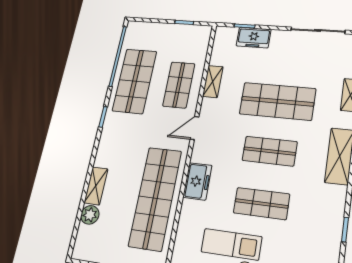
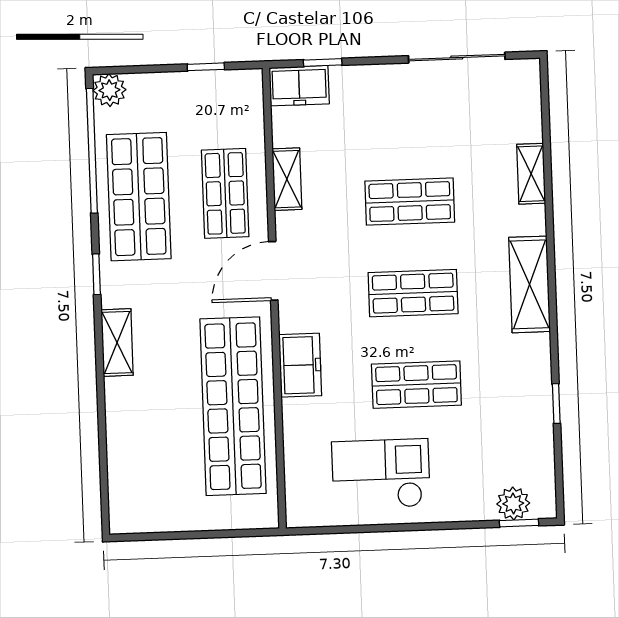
freezer: (254, 38) -> (299, 86), moved
shop shelf: (277, 101) -> (410, 202), width x0.70, depth x0.74
door: (194, 128) -> (273, 271), width x1.38
shelving: (96, 186) -> (117, 343), moved
plant: (90, 215) -> (109, 90), moved

